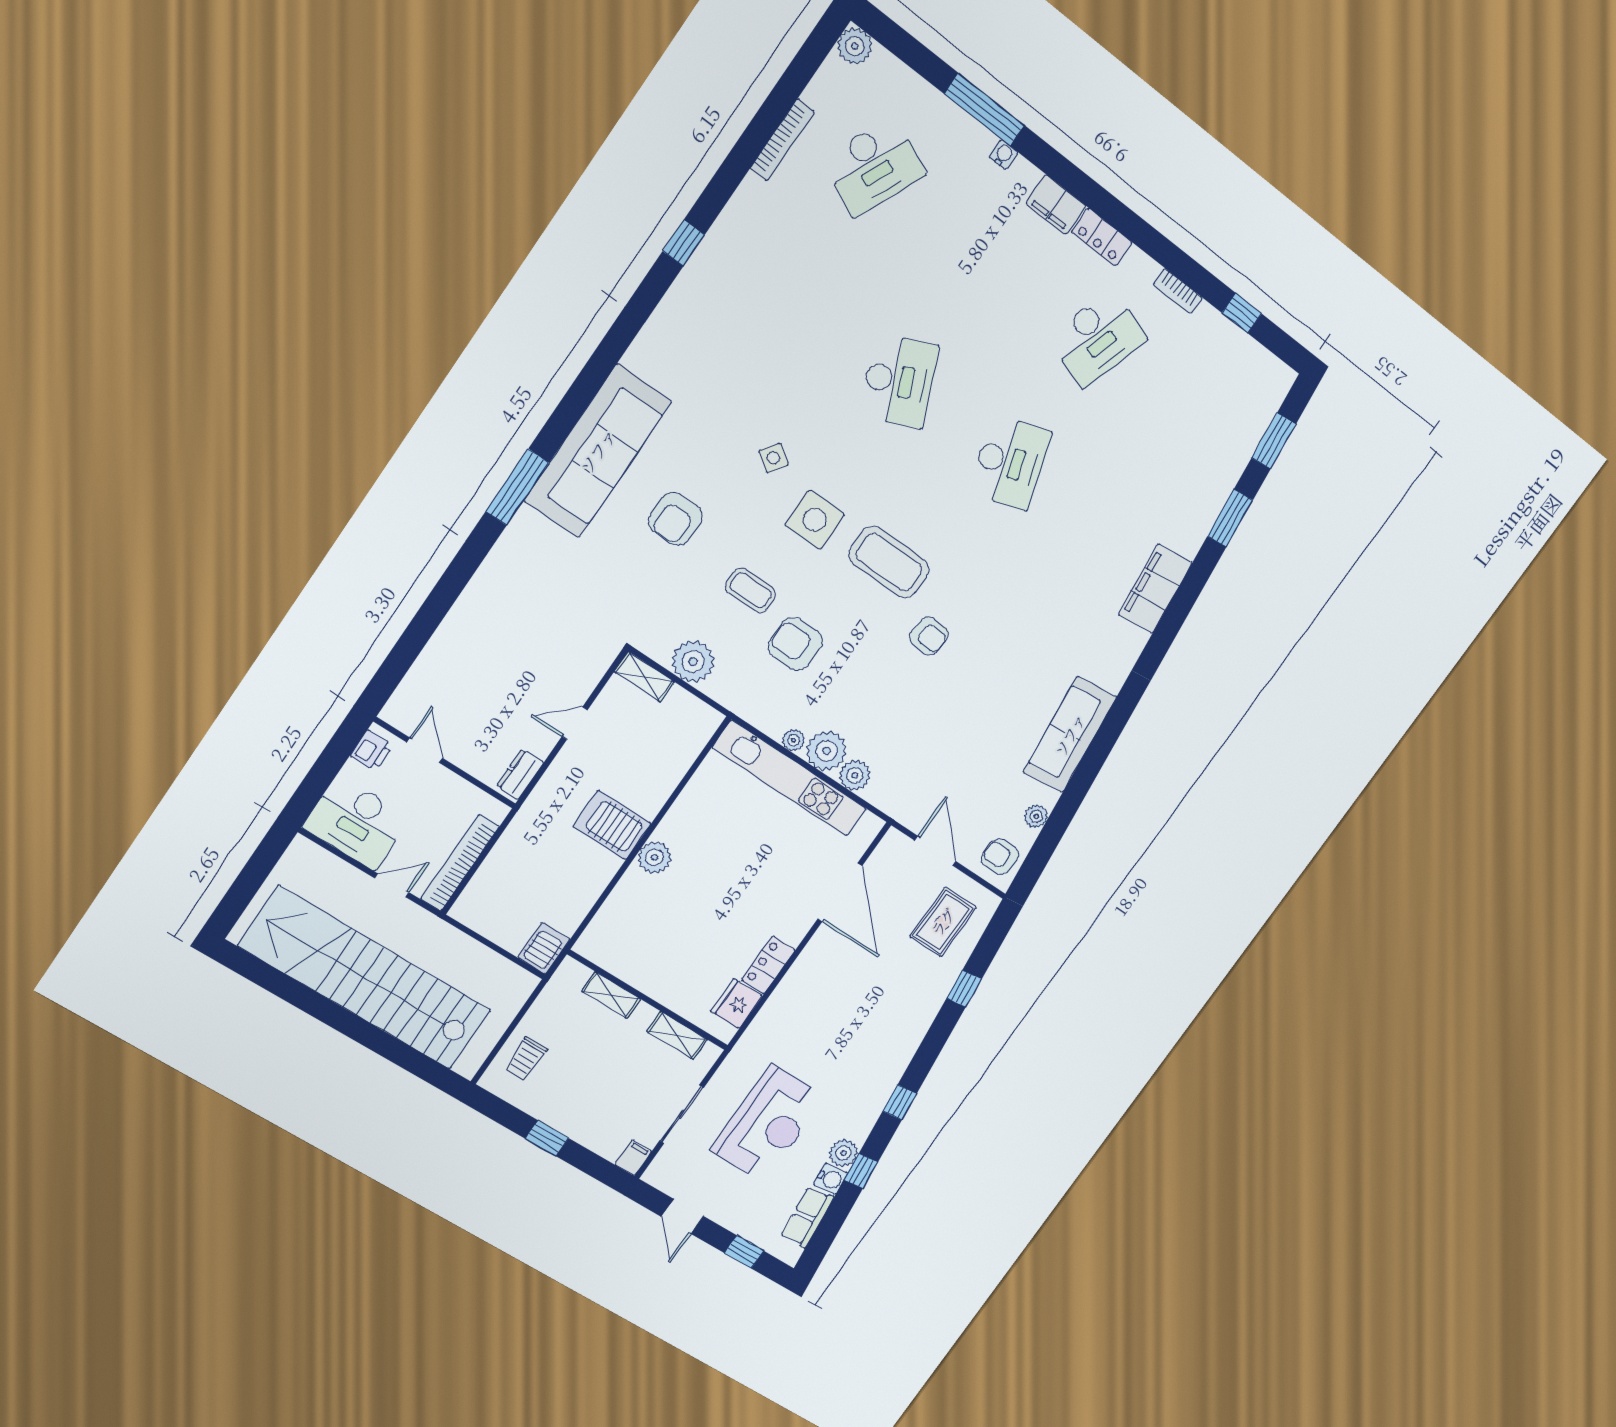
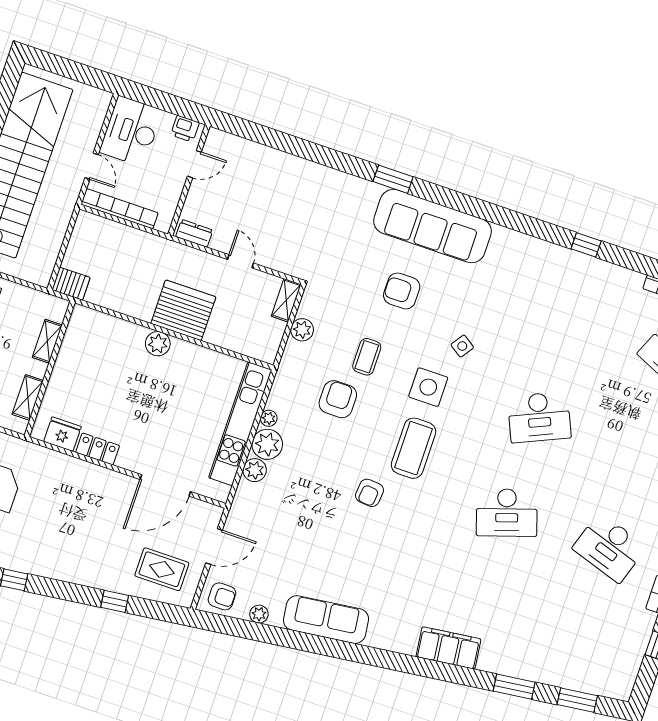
window: (517, 487) -> (393, 179), width x0.69
plant: (693, 662) -> (302, 330), width x0.73, depth x0.73
server rack: (612, 825) -> (183, 310), width x1.60
armchair: (1000, 857) -> (222, 596), turned 90

